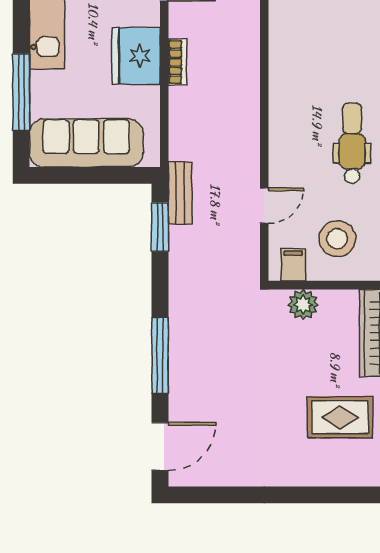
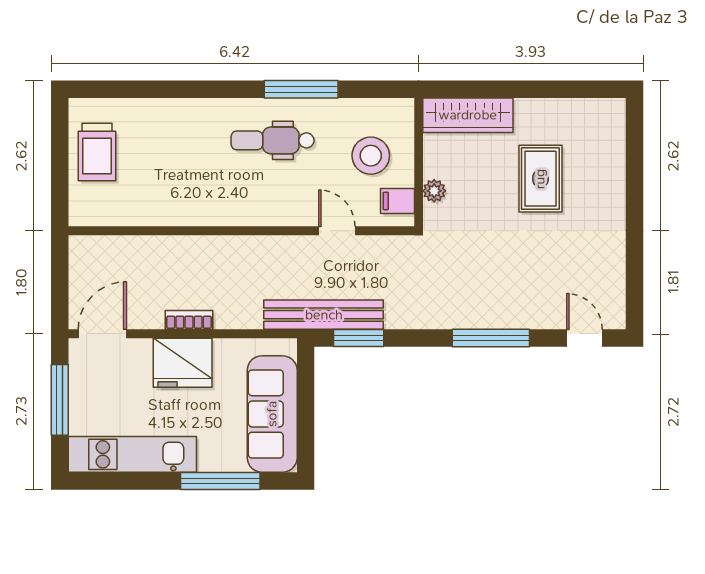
bench: (180, 193) -> (324, 315), width x1.86, depth x1.21
plant: (303, 304) -> (434, 191), width x0.73, depth x0.73
rug: (340, 417) -> (540, 179), moved
door: (160, 446) -> (584, 338), width x0.73

